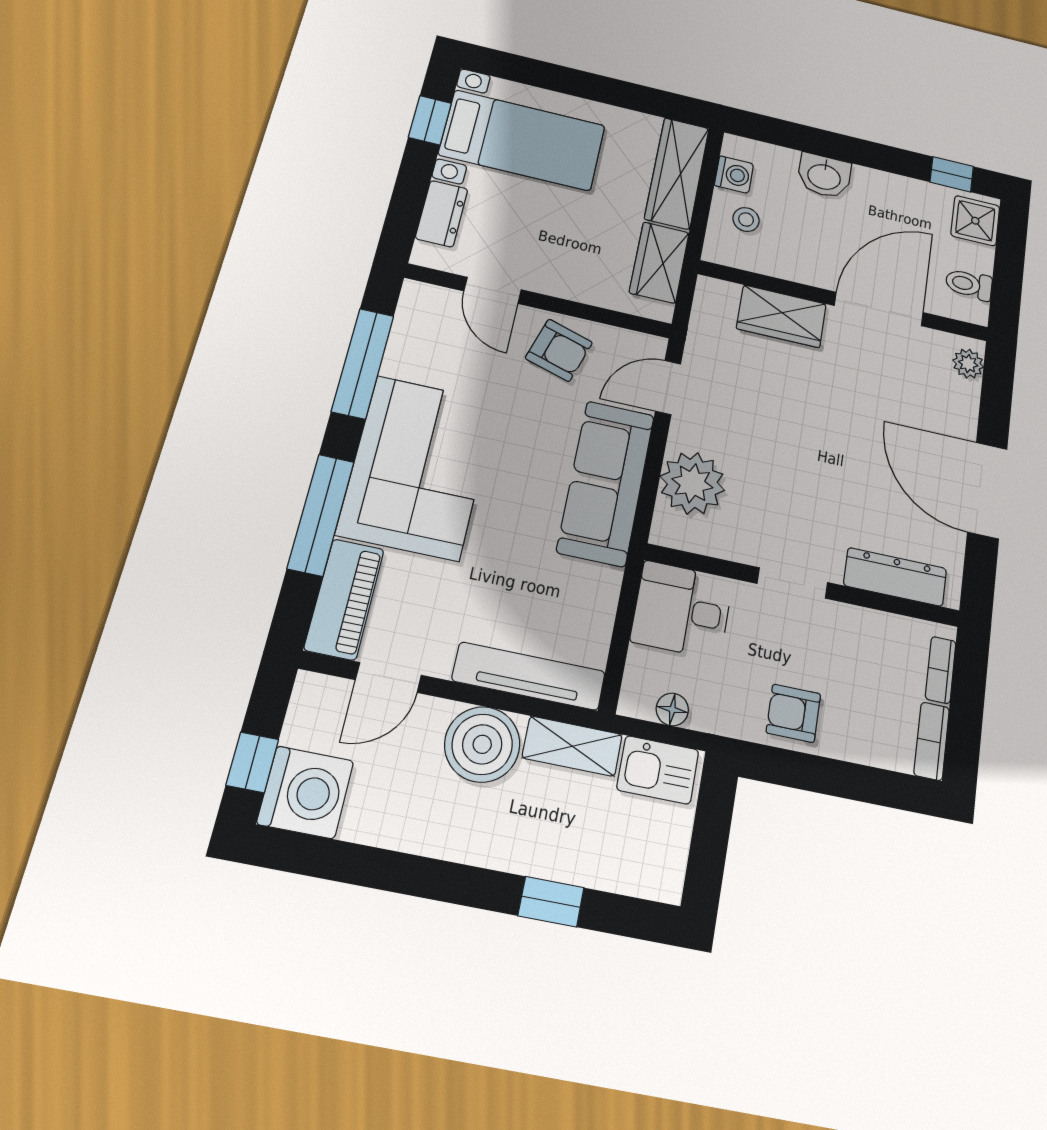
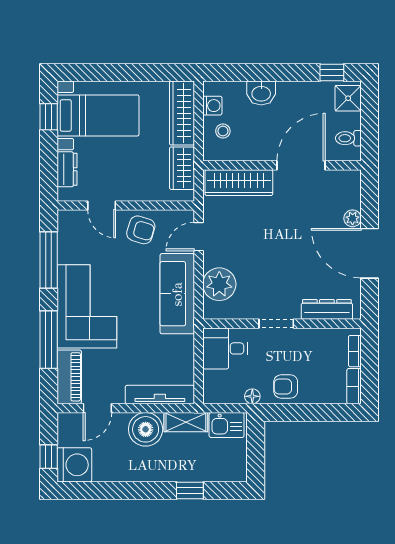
wardrobe: (781, 316) -> (239, 183), width x1.50
plant: (968, 364) -> (353, 218), moved
floor lamp: (672, 709) -> (252, 396), moved

